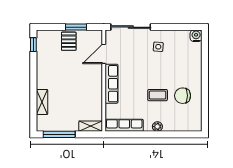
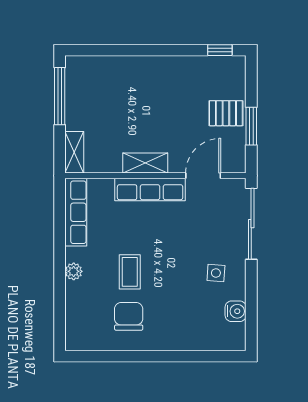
water cooler: (196, 36) -> (236, 311), moved
door: (104, 54) -> (203, 176), hinge flipped
shelving: (42, 102) -> (145, 163), moved

